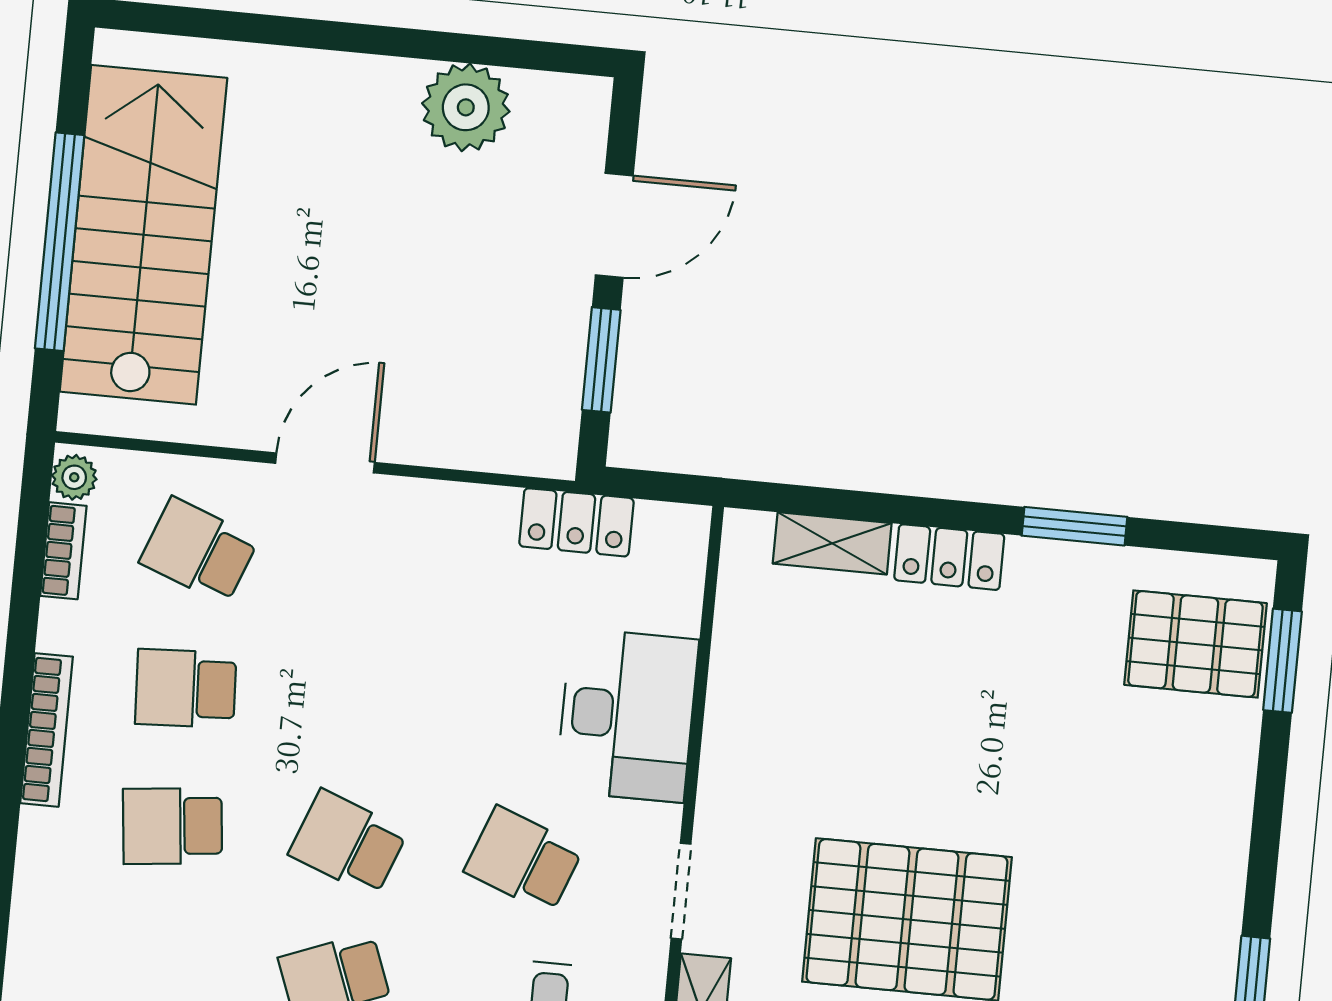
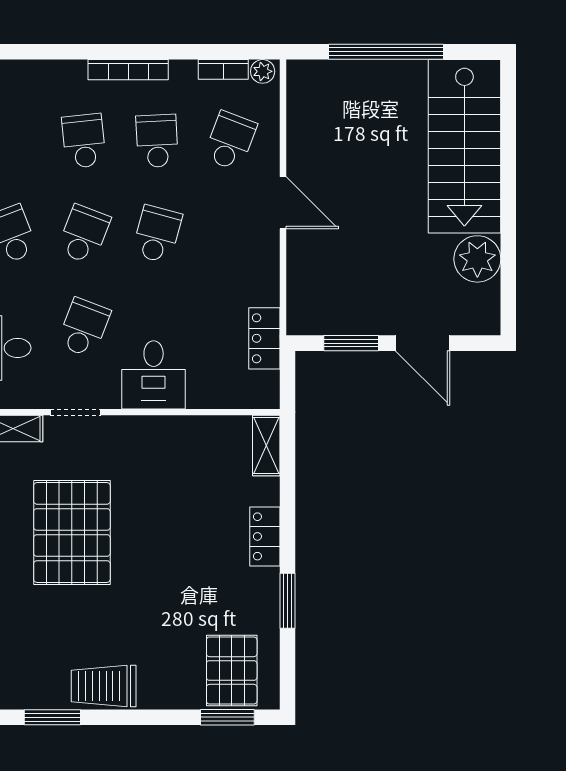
stairs: (144, 235) -> (464, 146), moved, turned 90
shelving: (832, 543) -> (266, 445), moved
school desk: (361, 705) -> (157, 234), added
desk: (627, 715) -> (154, 375), width x0.73
trolley: (1201, 888) -> (104, 686), added

